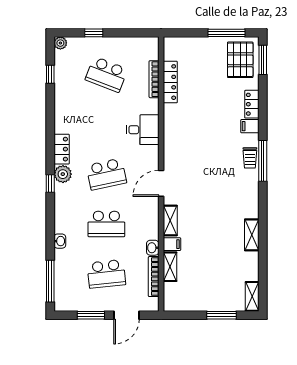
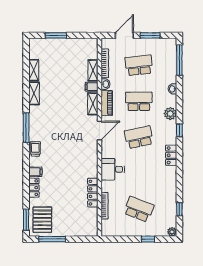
locker: (170, 82) -> (93, 193), moved
window: (263, 161) -> (26, 128), moved
plant: (63, 174) -> (170, 114), moved
piano: (151, 221) -> (107, 103), added
shelving: (252, 296) -> (34, 70), moved

